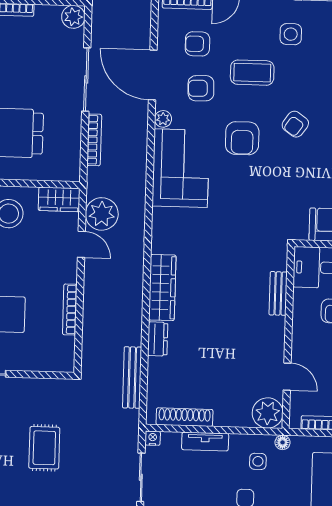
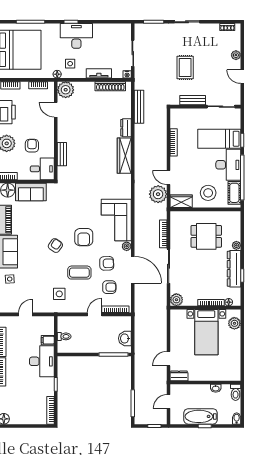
armchair: (242, 138) -> (84, 237), turned 180
bench: (32, 387) -> (193, 100), added

